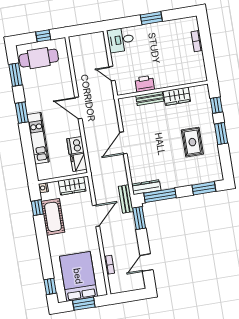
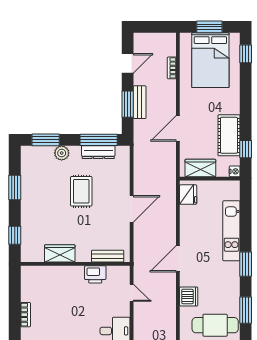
bench: (150, 98) -> (108, 256), moved
door: (78, 108) -> (178, 259), swing flipped
window: (221, 134) -> (15, 187), moved
rug: (192, 142) -> (81, 191), moved
dishwasher: (75, 145) -> (189, 296), moved
plant: (189, 180) -> (62, 153), added
dresser: (146, 187) -> (98, 152), moved
bench: (126, 199) -> (140, 102), moved
window: (139, 218) -> (128, 104), moved

